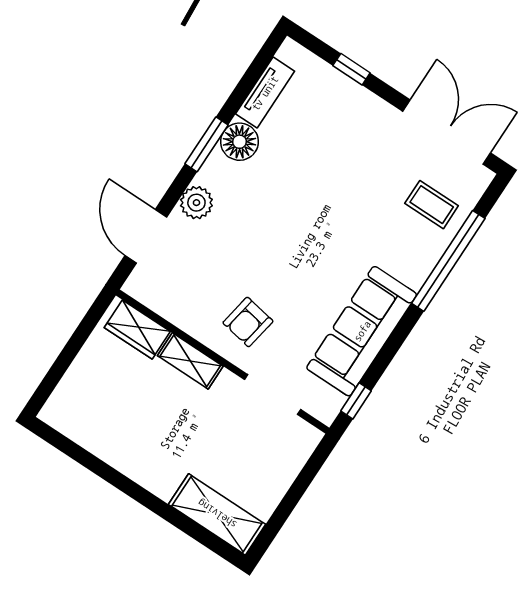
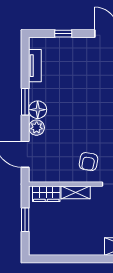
floor lamp: (239, 142) -> (38, 110), moved
window: (71, 351) -> (25, 220), added

